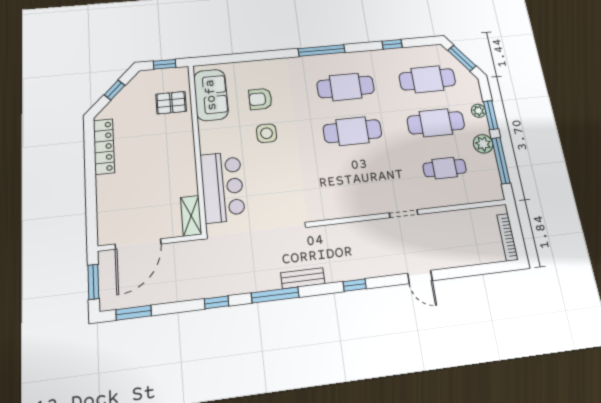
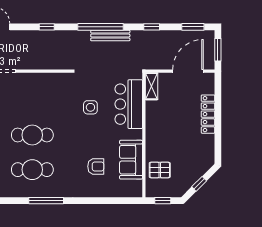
sofa: (211, 95) -> (131, 160), moved
side table: (267, 133) -> (90, 107), moved
locker: (104, 146) -> (208, 114), moved
bench: (303, 278) -> (110, 36), moved, width x1.36
window: (275, 295) -> (100, 27), width x1.46
window: (217, 302) -> (152, 27), moved

